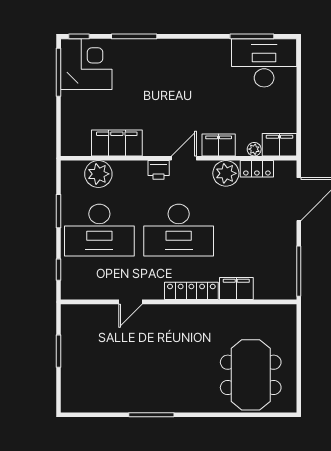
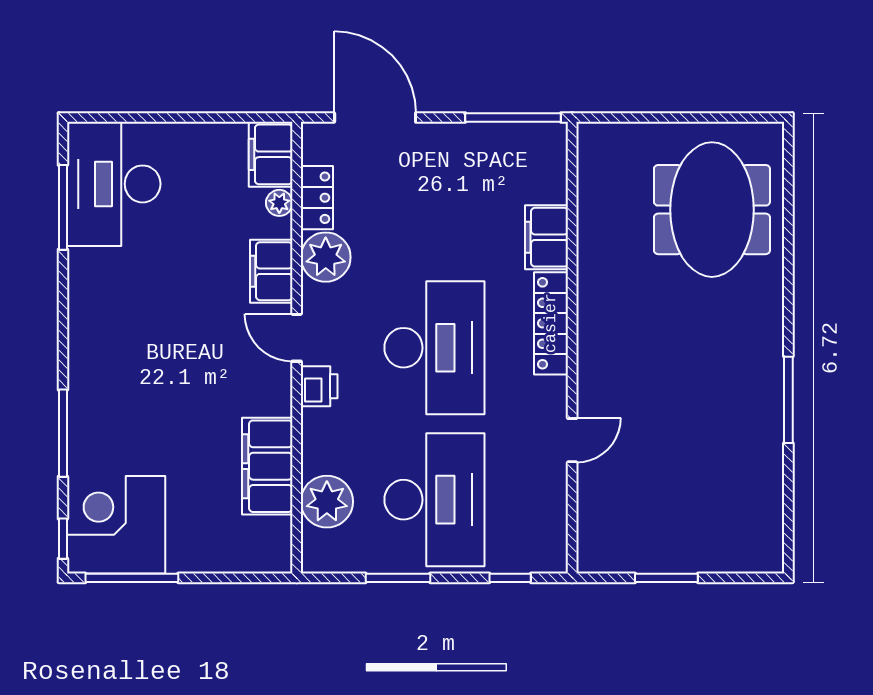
door: (130, 302) -> (572, 440), hinge flipped
meeting table: (251, 375) -> (712, 210), turned 90

